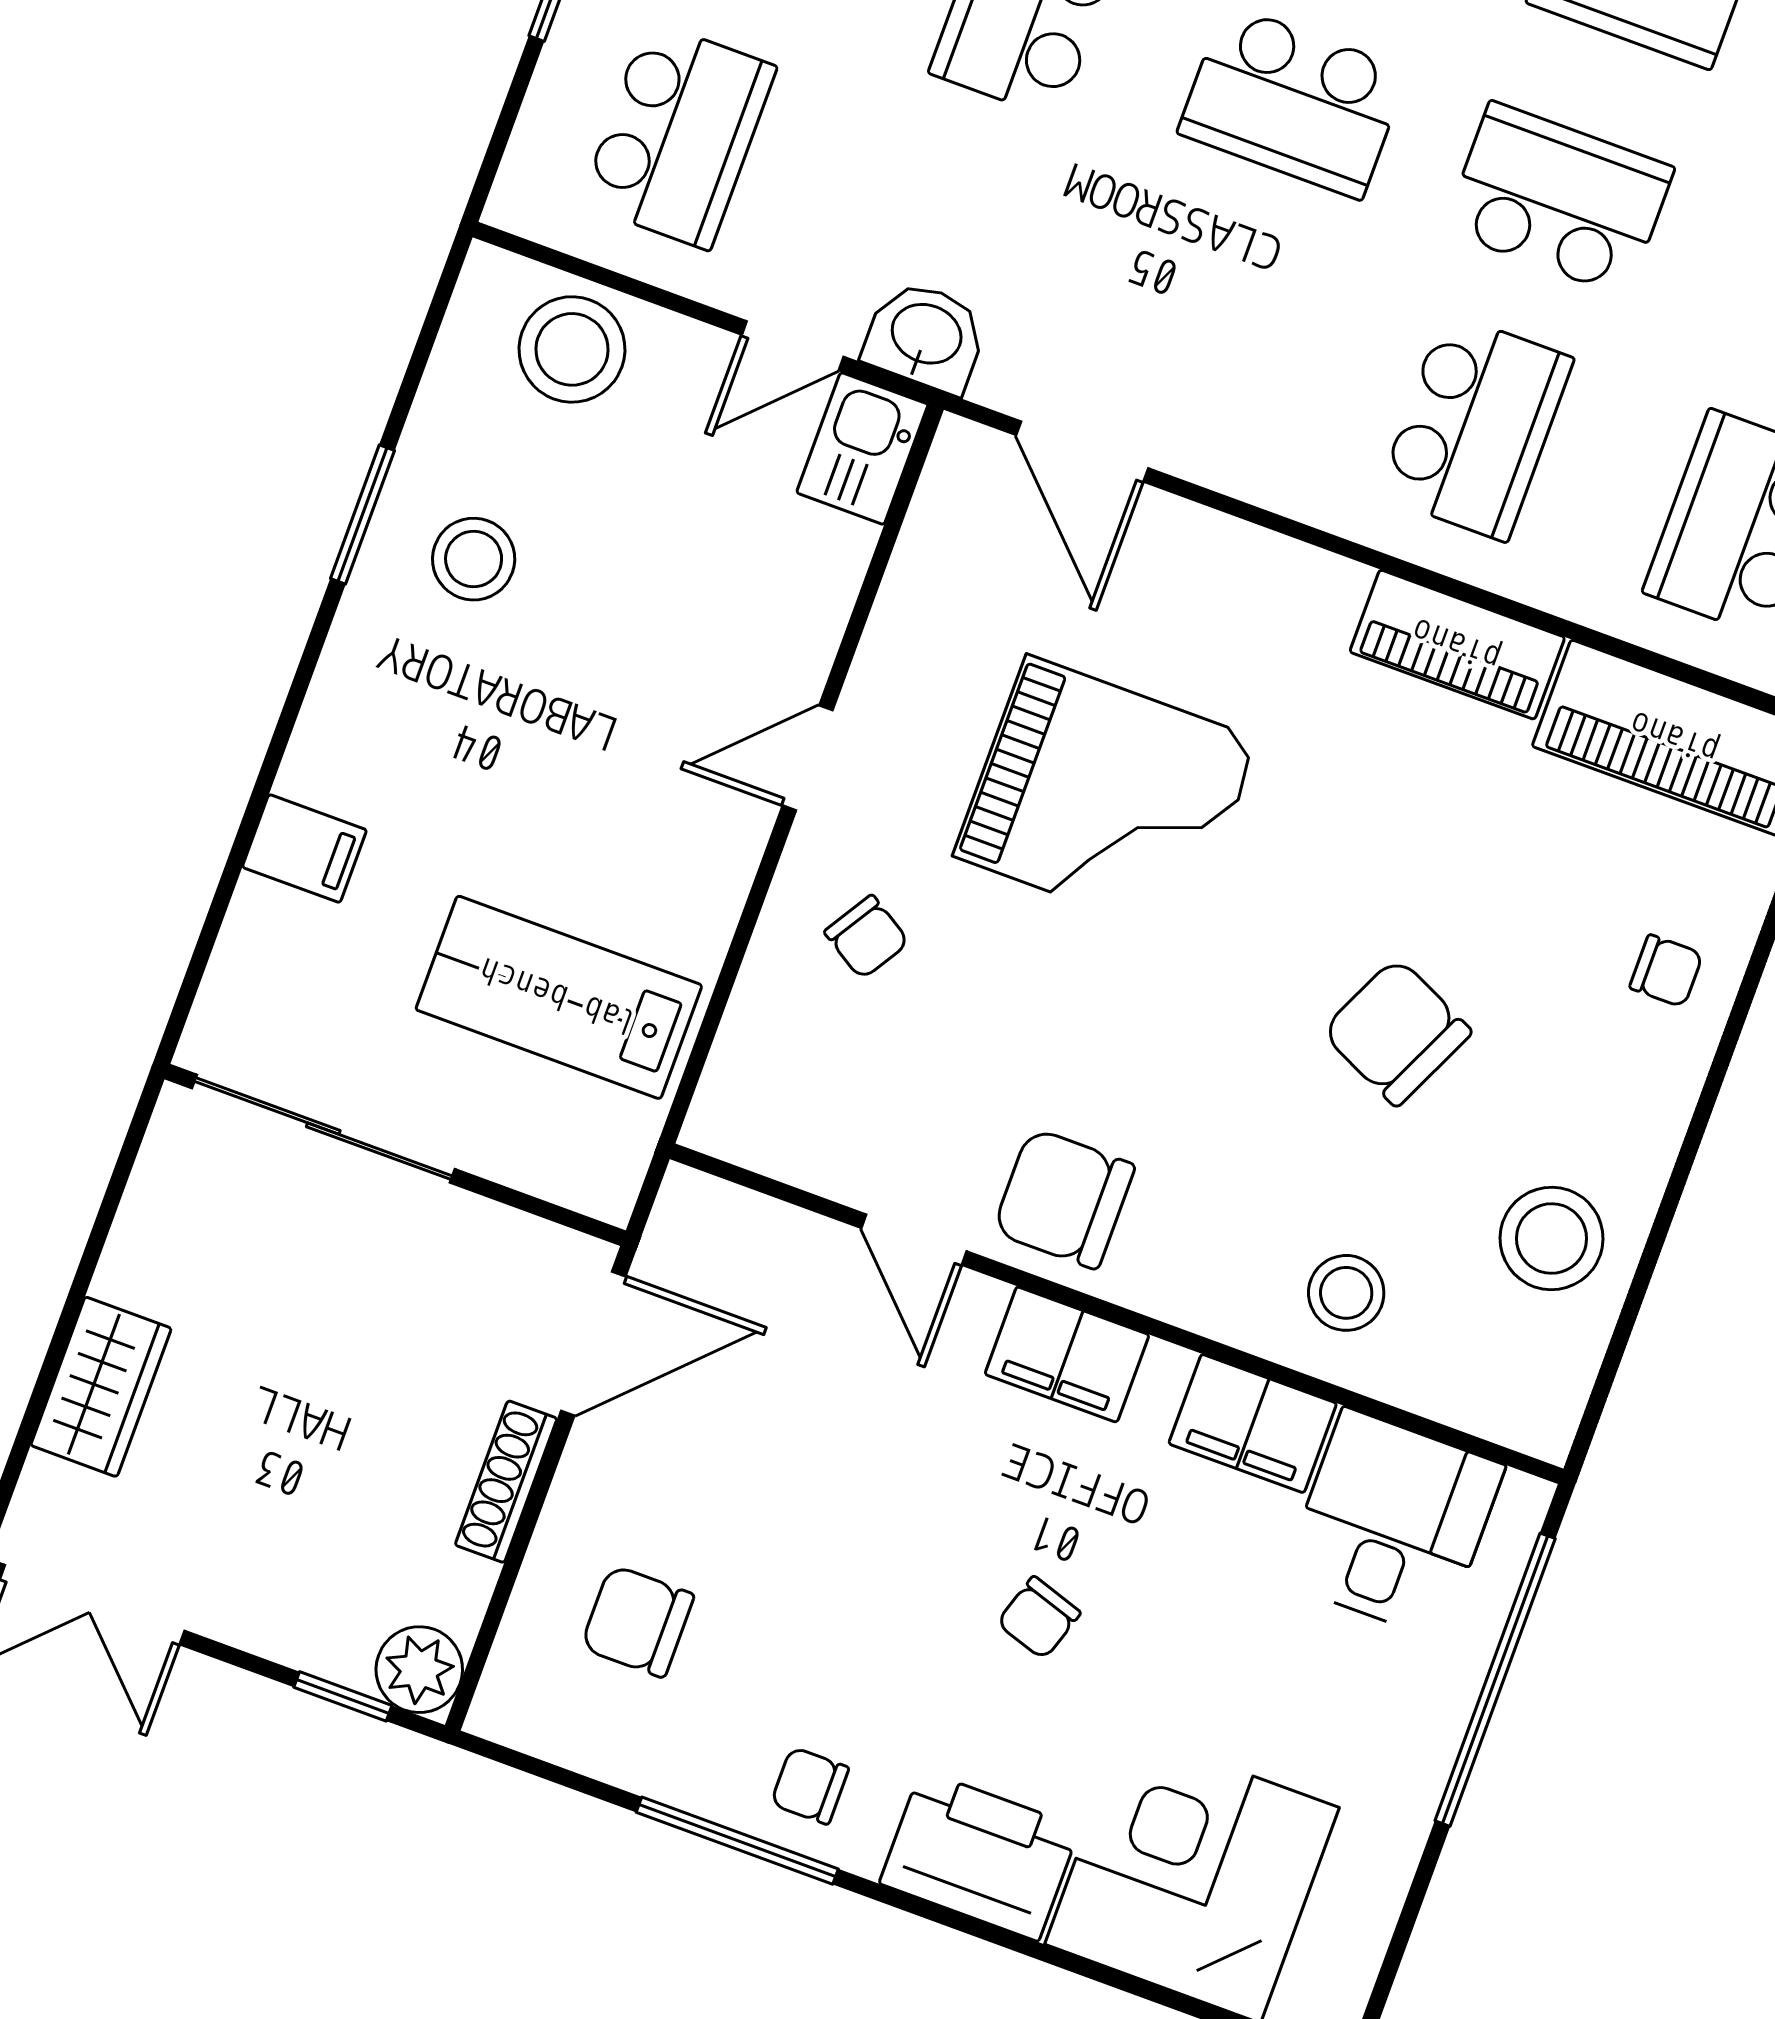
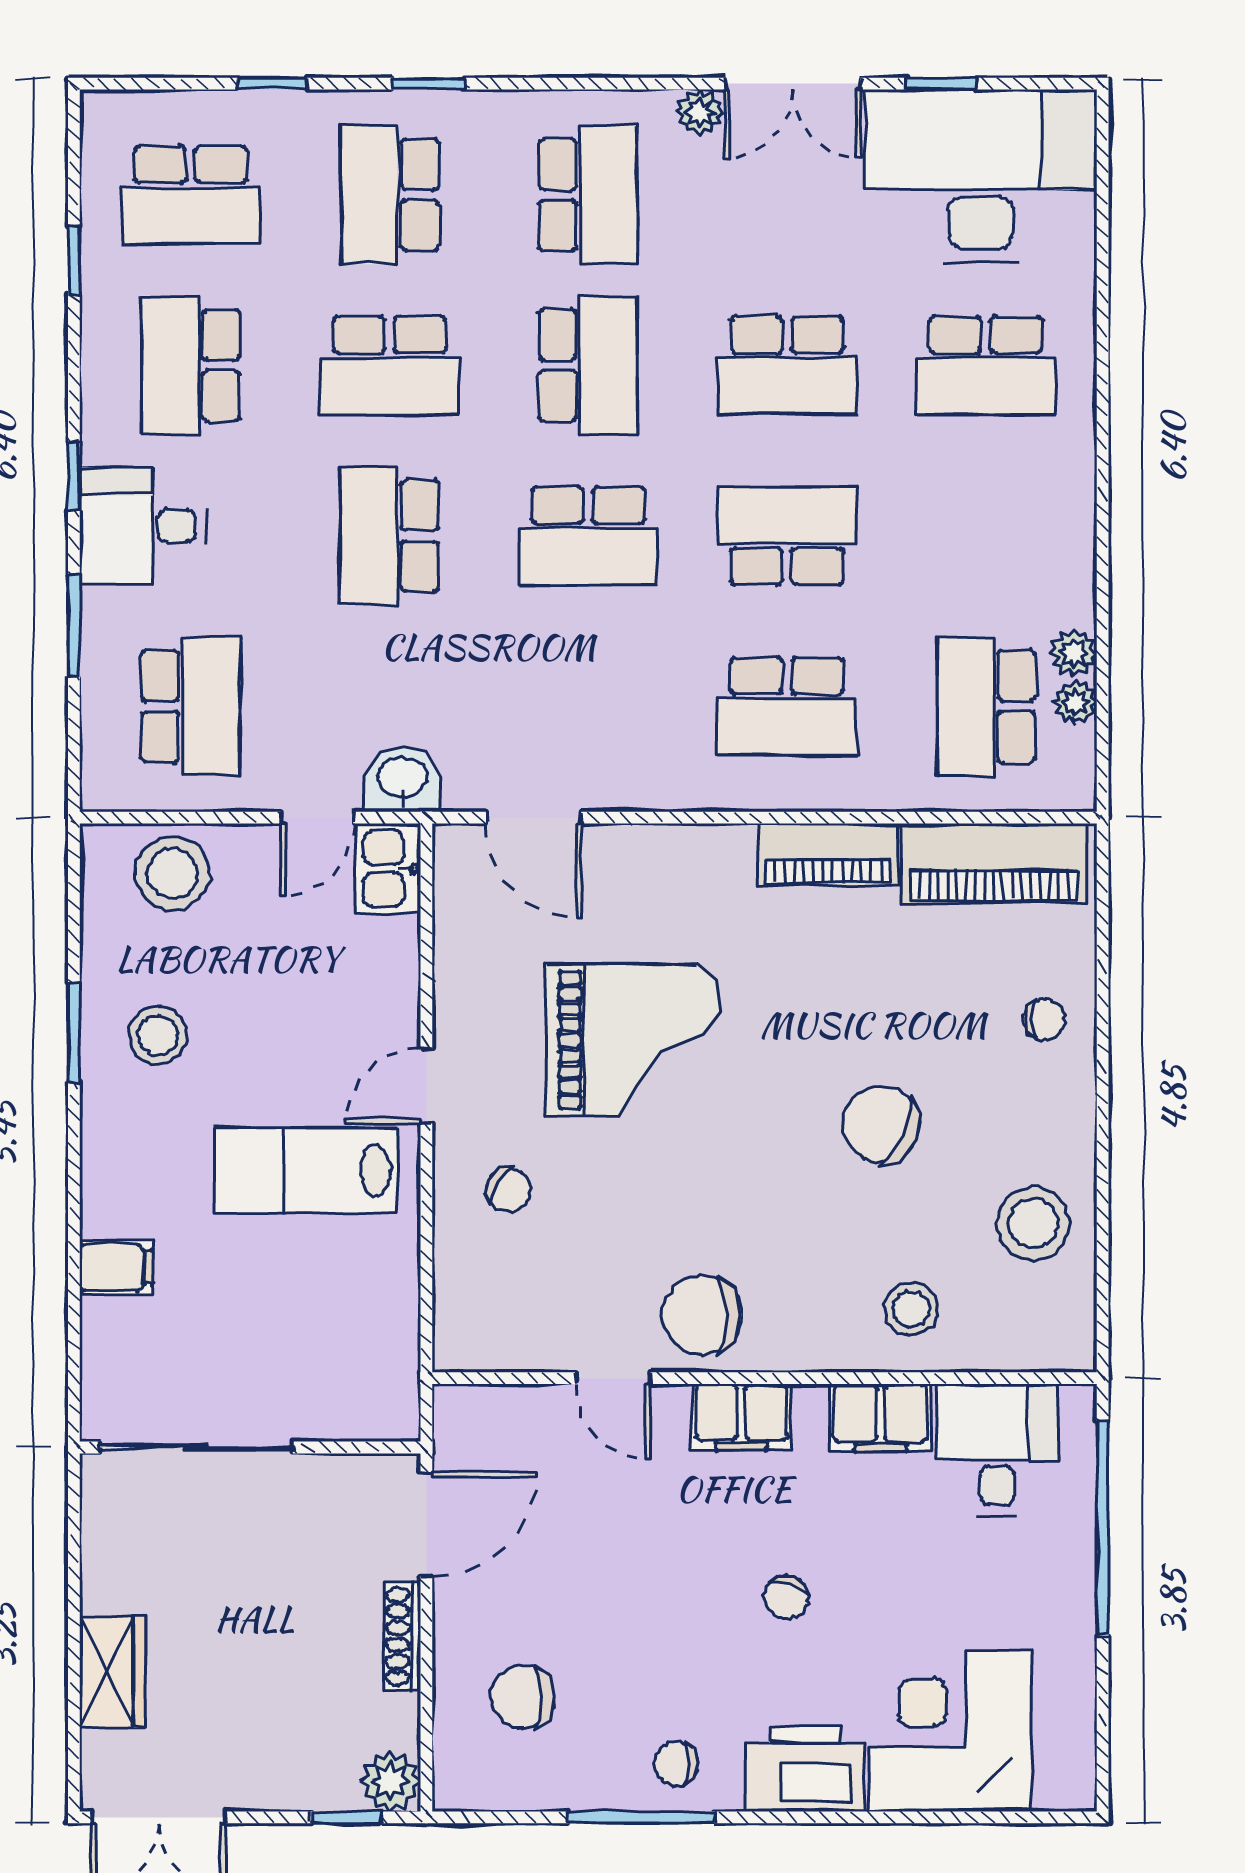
school desk: (1475, 427) -> (787, 706), turned 90
lab bench: (559, 997) -> (306, 1171), moved

